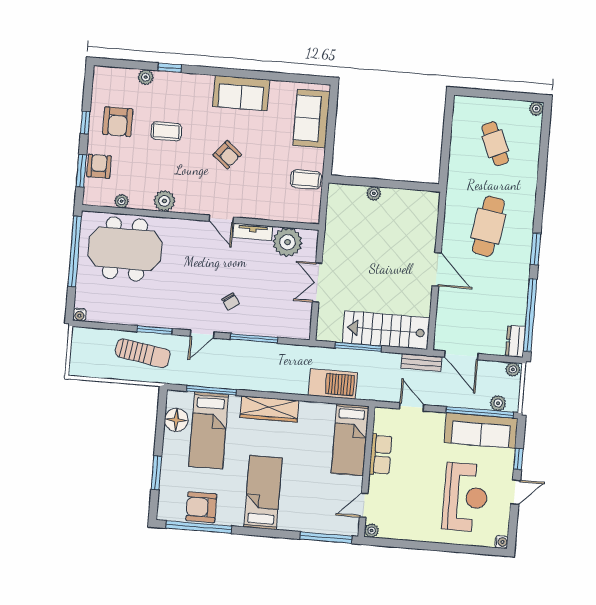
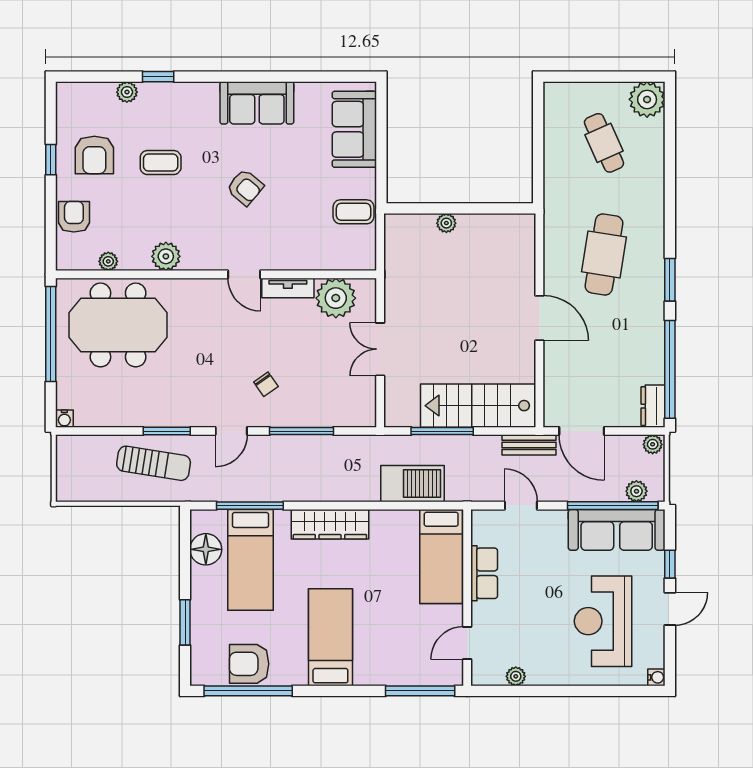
plant: (536, 109) -> (647, 99), width x1.87, depth x1.87
window: (81, 171) -> (51, 225), removed
reception desk: (465, 497) -> (603, 621), turned 180
plant: (372, 531) -> (516, 676), moved

